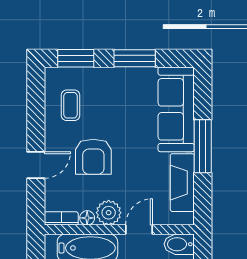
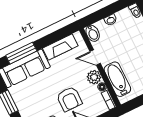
window: (203, 146) -> (21, 53), moved
armchair: (93, 157) -> (69, 99), turned 90

